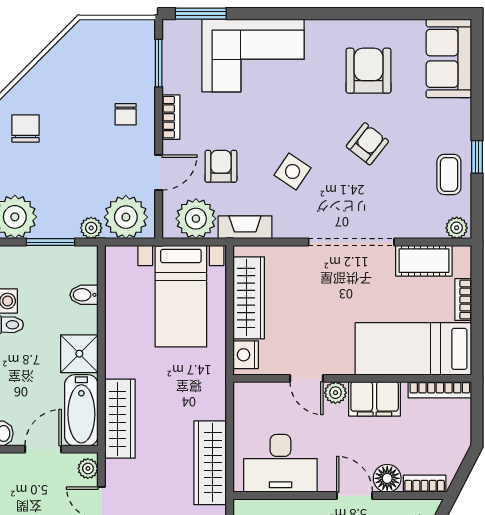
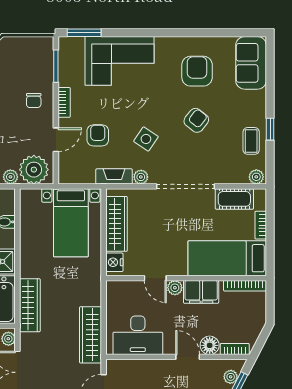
plant: (196, 219) -> (141, 177), moved, width x0.53, depth x0.53

